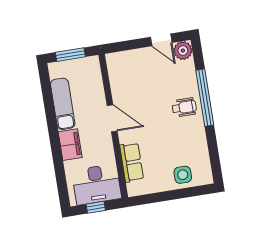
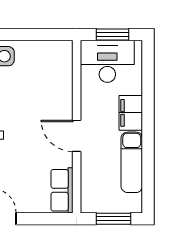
row of seats: (132, 162) -> (62, 190), moved
window: (96, 207) -> (113, 34), width x1.50

